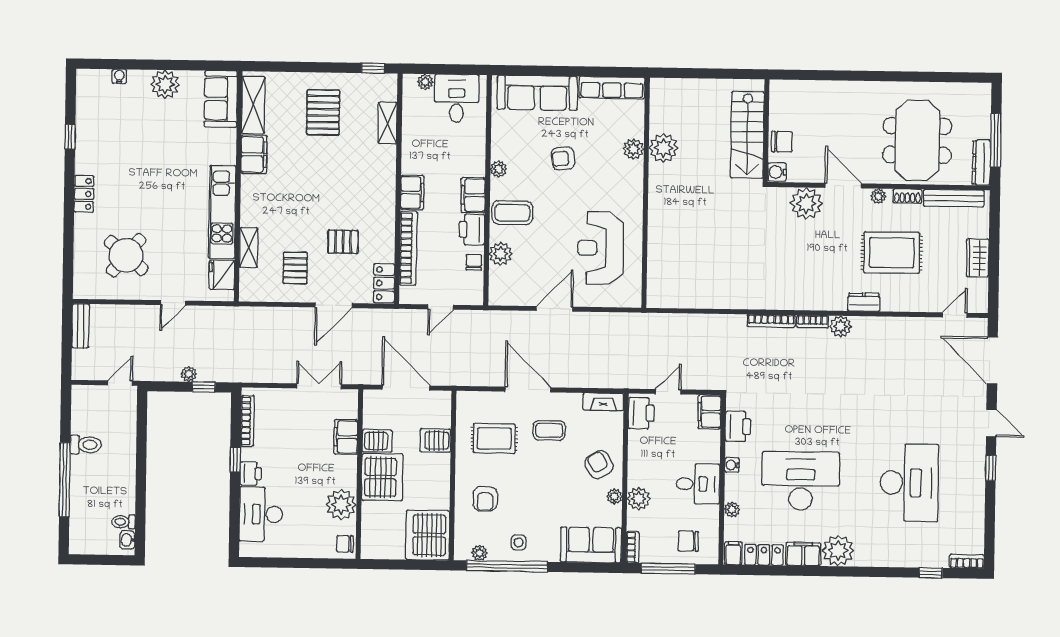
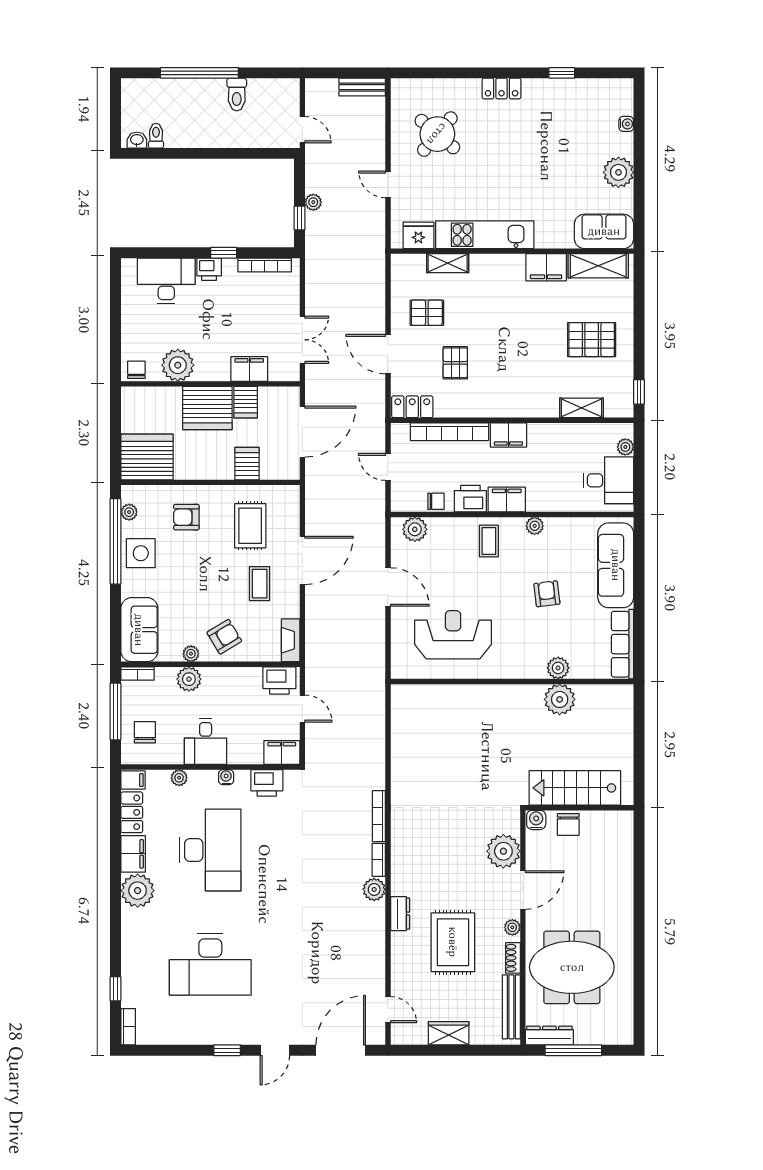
coffee table: (512, 213) -> (489, 541), width x0.73, depth x0.77
plant: (501, 254) -> (415, 529), moved
side table: (519, 542) -> (141, 553), width x1.87, depth x1.87

